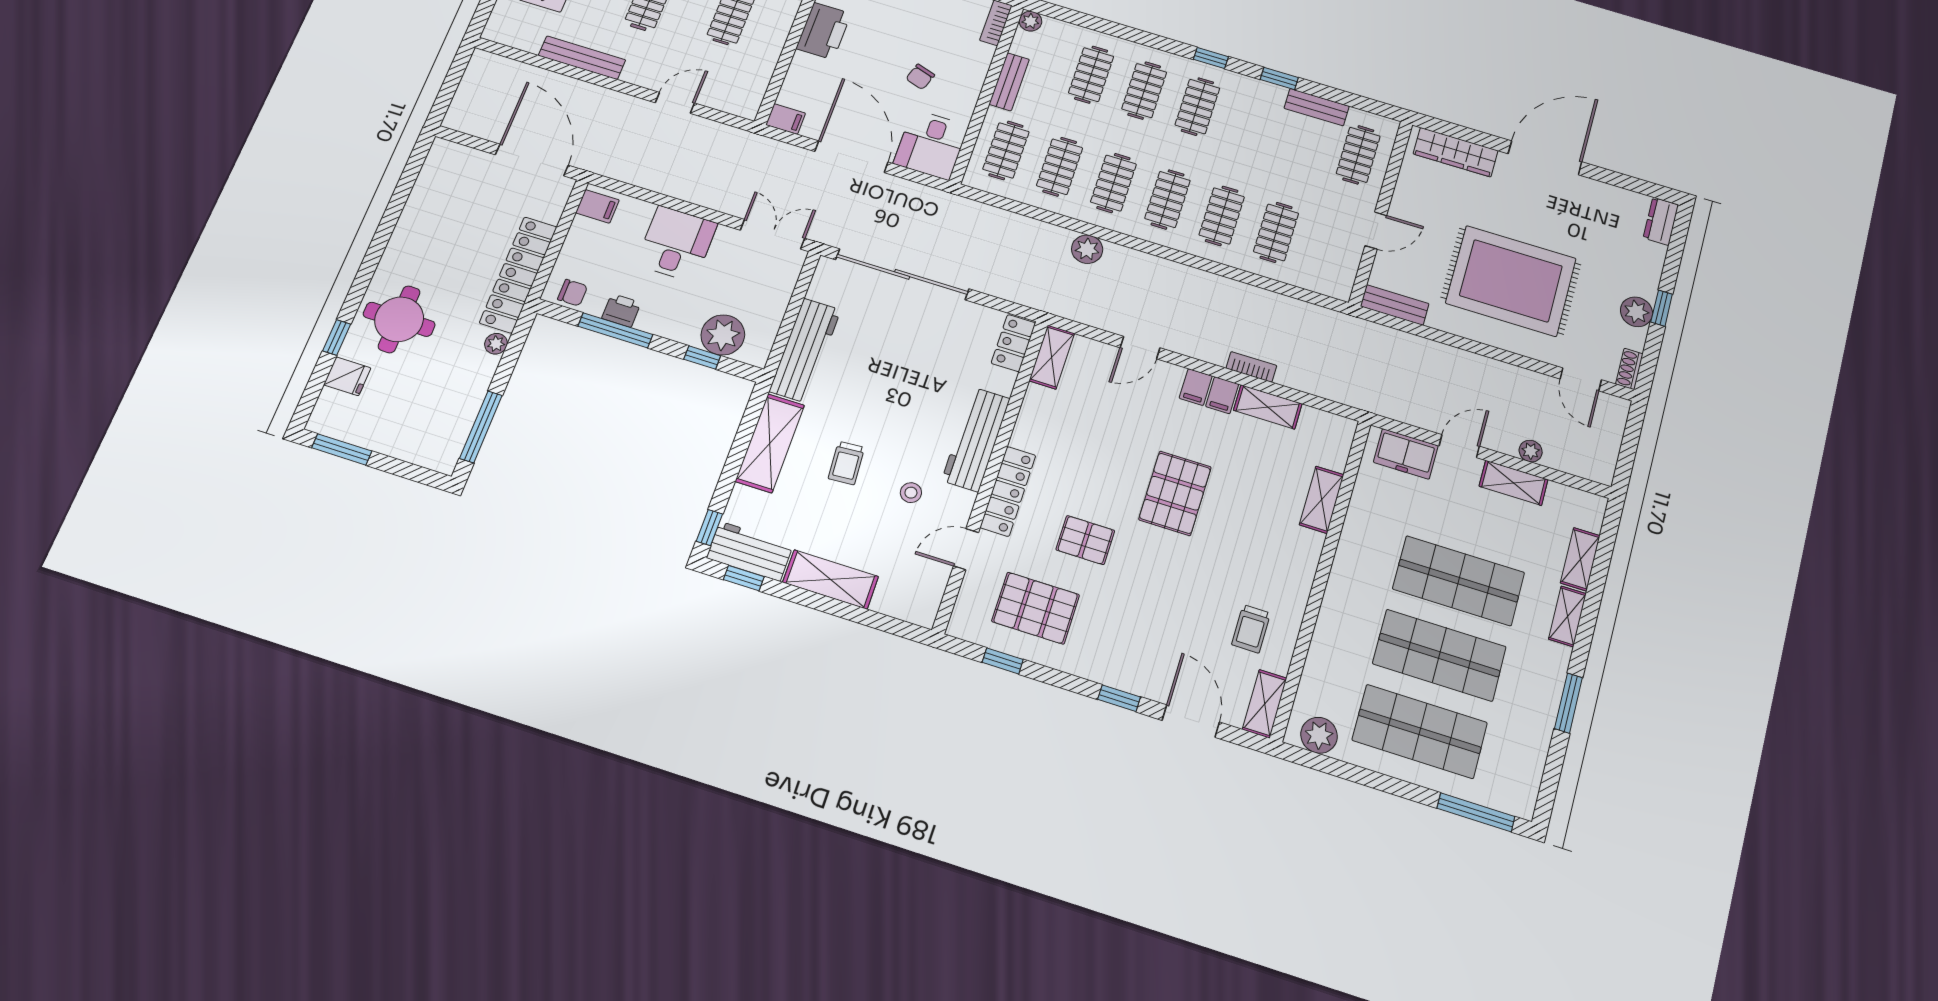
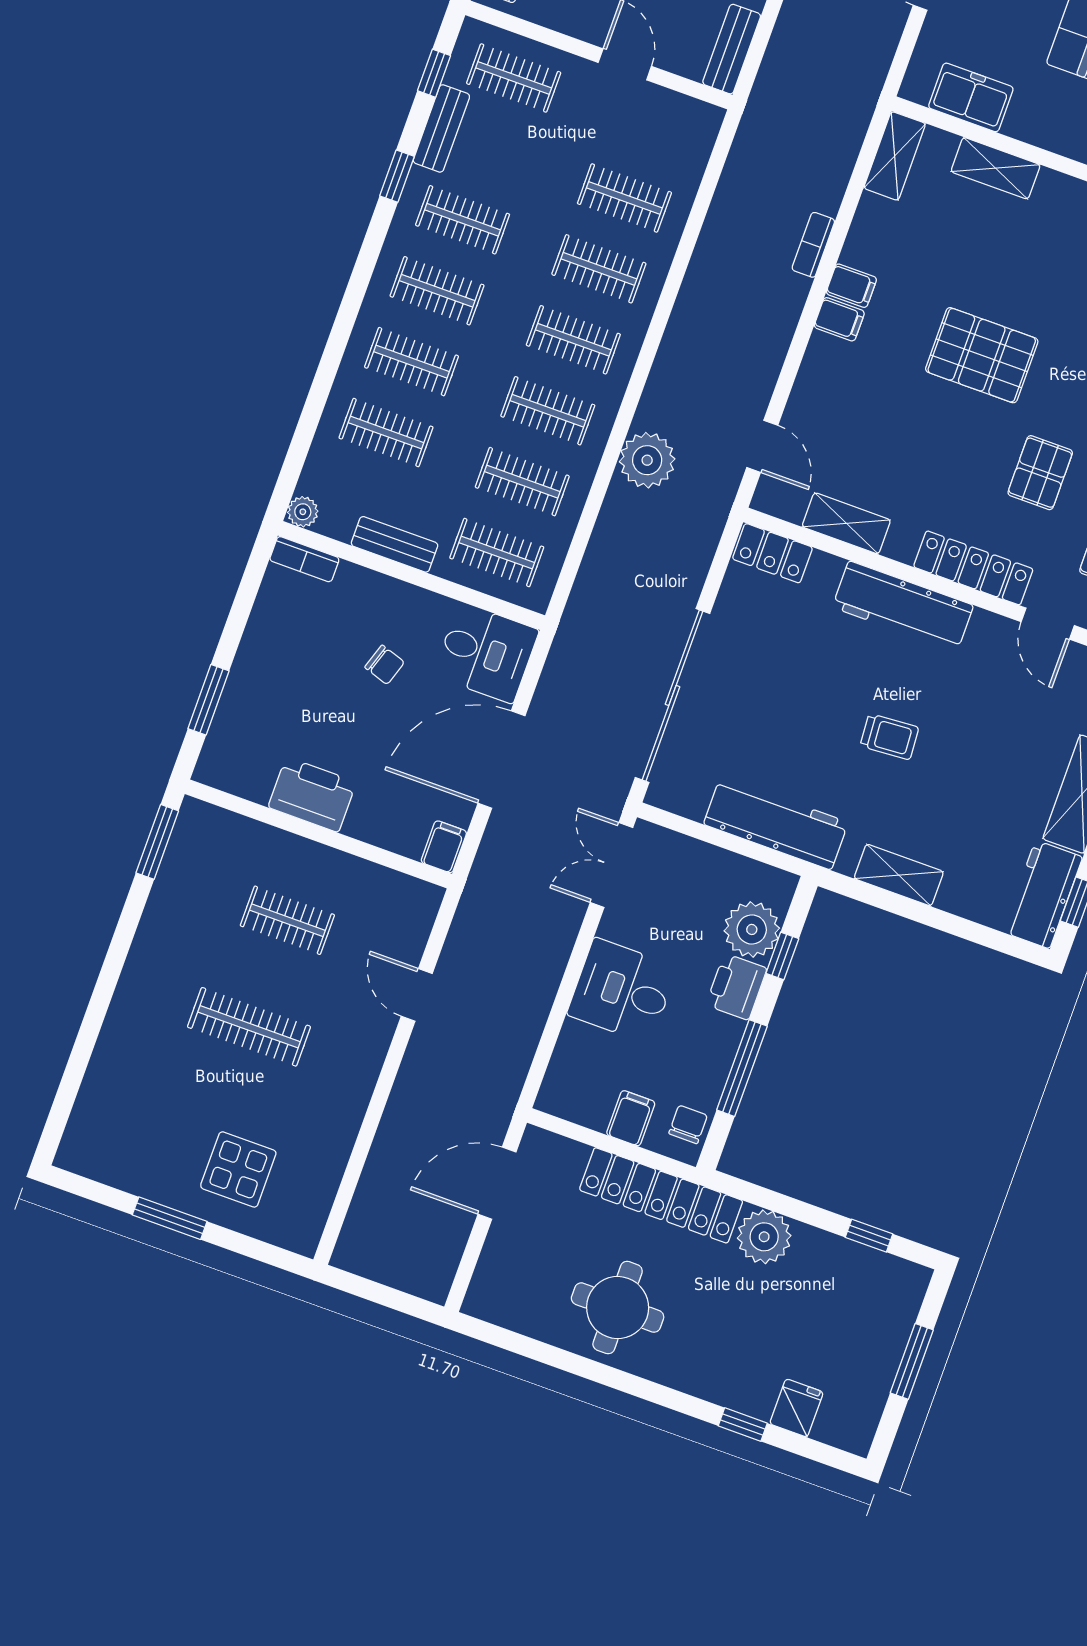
bench: (582, 58) -> (346, 1121), removed
window: (1211, 58) -> (434, 73), moved
clothes rail: (1251, 123) -> (463, 220), added
door: (532, 160) -> (497, 1183), width x0.73
filing cabinet: (597, 206) -> (631, 1118), moved
plant: (1087, 249) -> (647, 460), width x1.36, depth x1.36
printer: (621, 310) -> (736, 987), moved, width x1.36, depth x1.24
round table: (399, 319) -> (618, 1308), moved
plant: (496, 344) -> (764, 1237), width x1.88, depth x1.88
door: (1140, 348) -> (762, 446), moved
shelving: (1052, 357) -> (846, 523), moved
shelving: (1268, 407) -> (895, 156), moved
window: (481, 427) -> (869, 1236), width x0.46
shelving: (770, 443) -> (899, 875), width x0.67, depth x0.75
window: (342, 449) -> (912, 1361), moved
freezer: (1406, 454) -> (971, 97), moved, turned -90
trolley: (846, 463) -> (889, 737), moved
stool: (911, 493) -> (972, 691), removed
window: (709, 528) -> (1010, 945), removed

